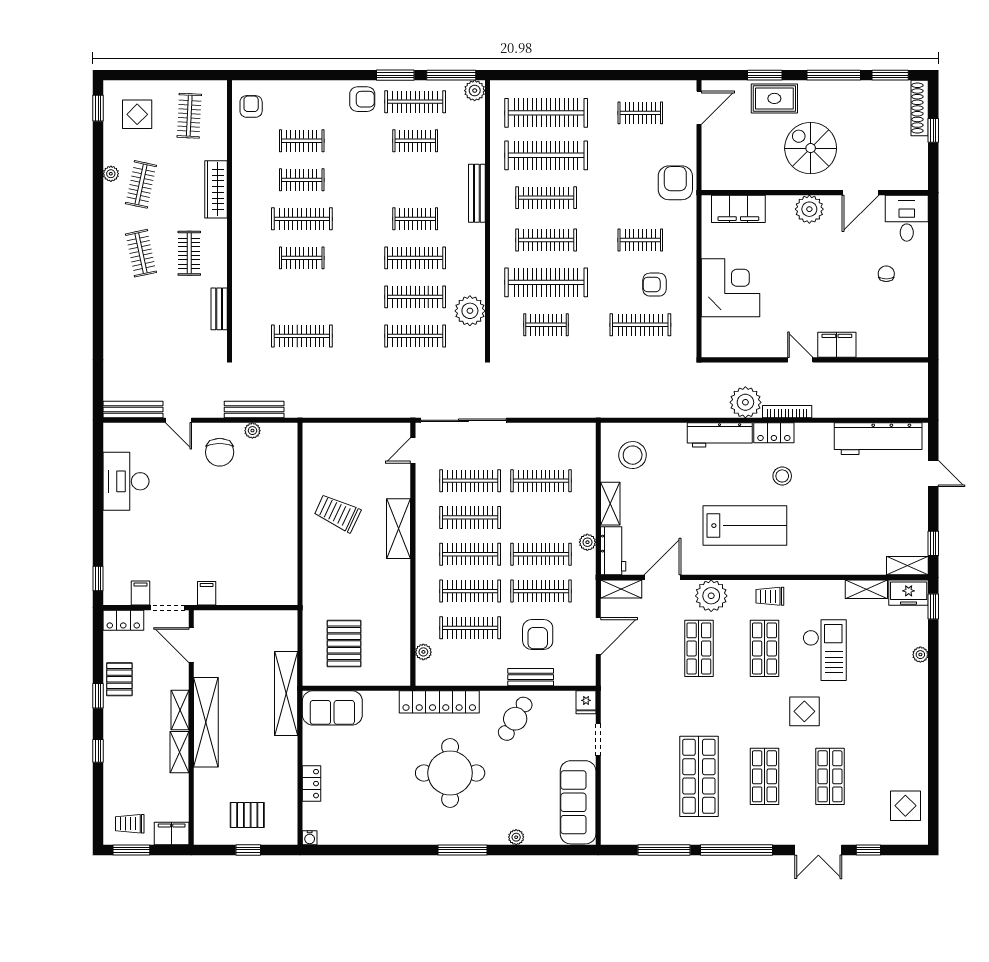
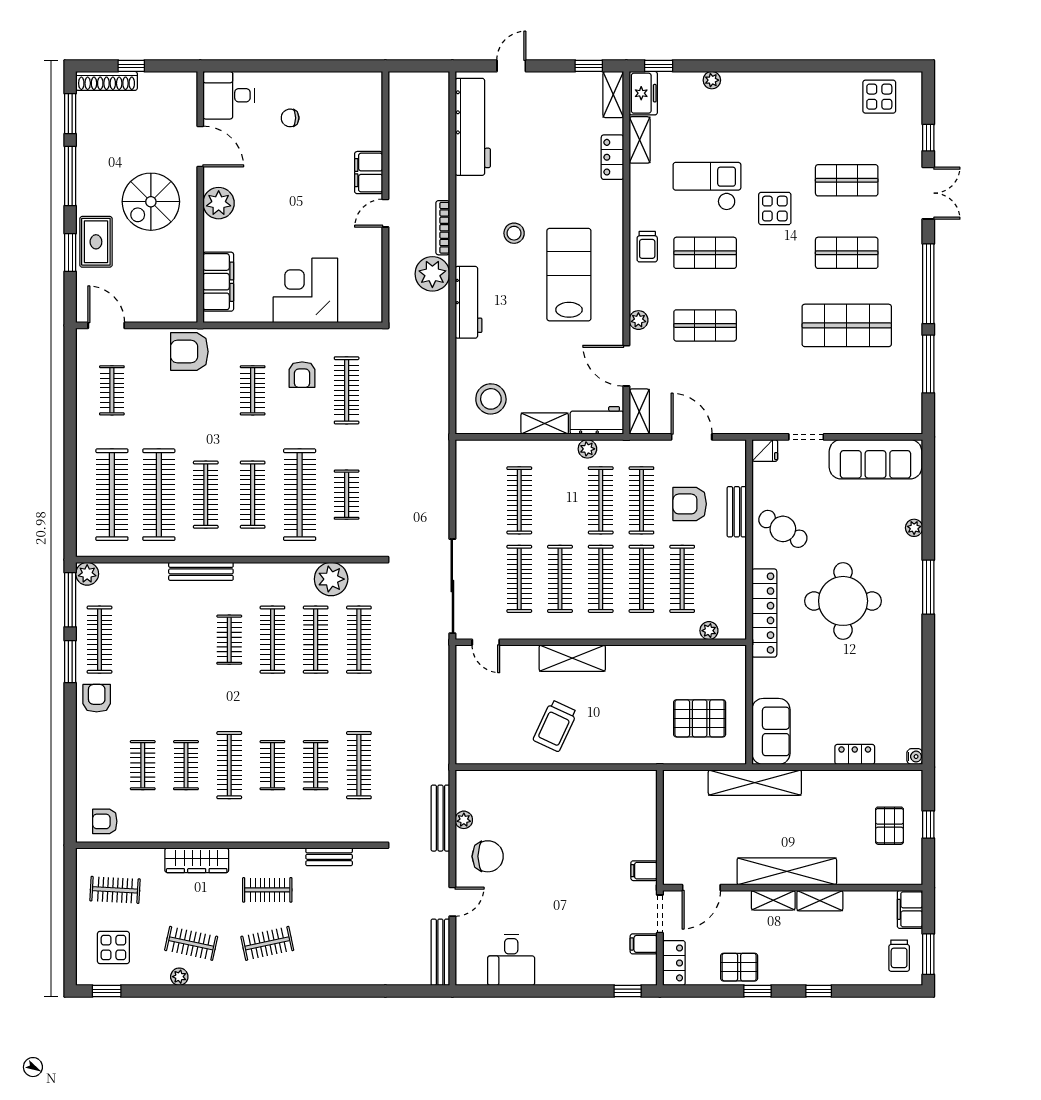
clothes rail: (415, 141) -> (316, 765), moved
locker: (774, 433) -> (612, 157), moved, turned 180
desk: (126, 481) -> (511, 960), width x0.73
plant: (711, 596) -> (638, 320), width x0.53, depth x0.53
armchair: (538, 635) -> (690, 504), turned 180

